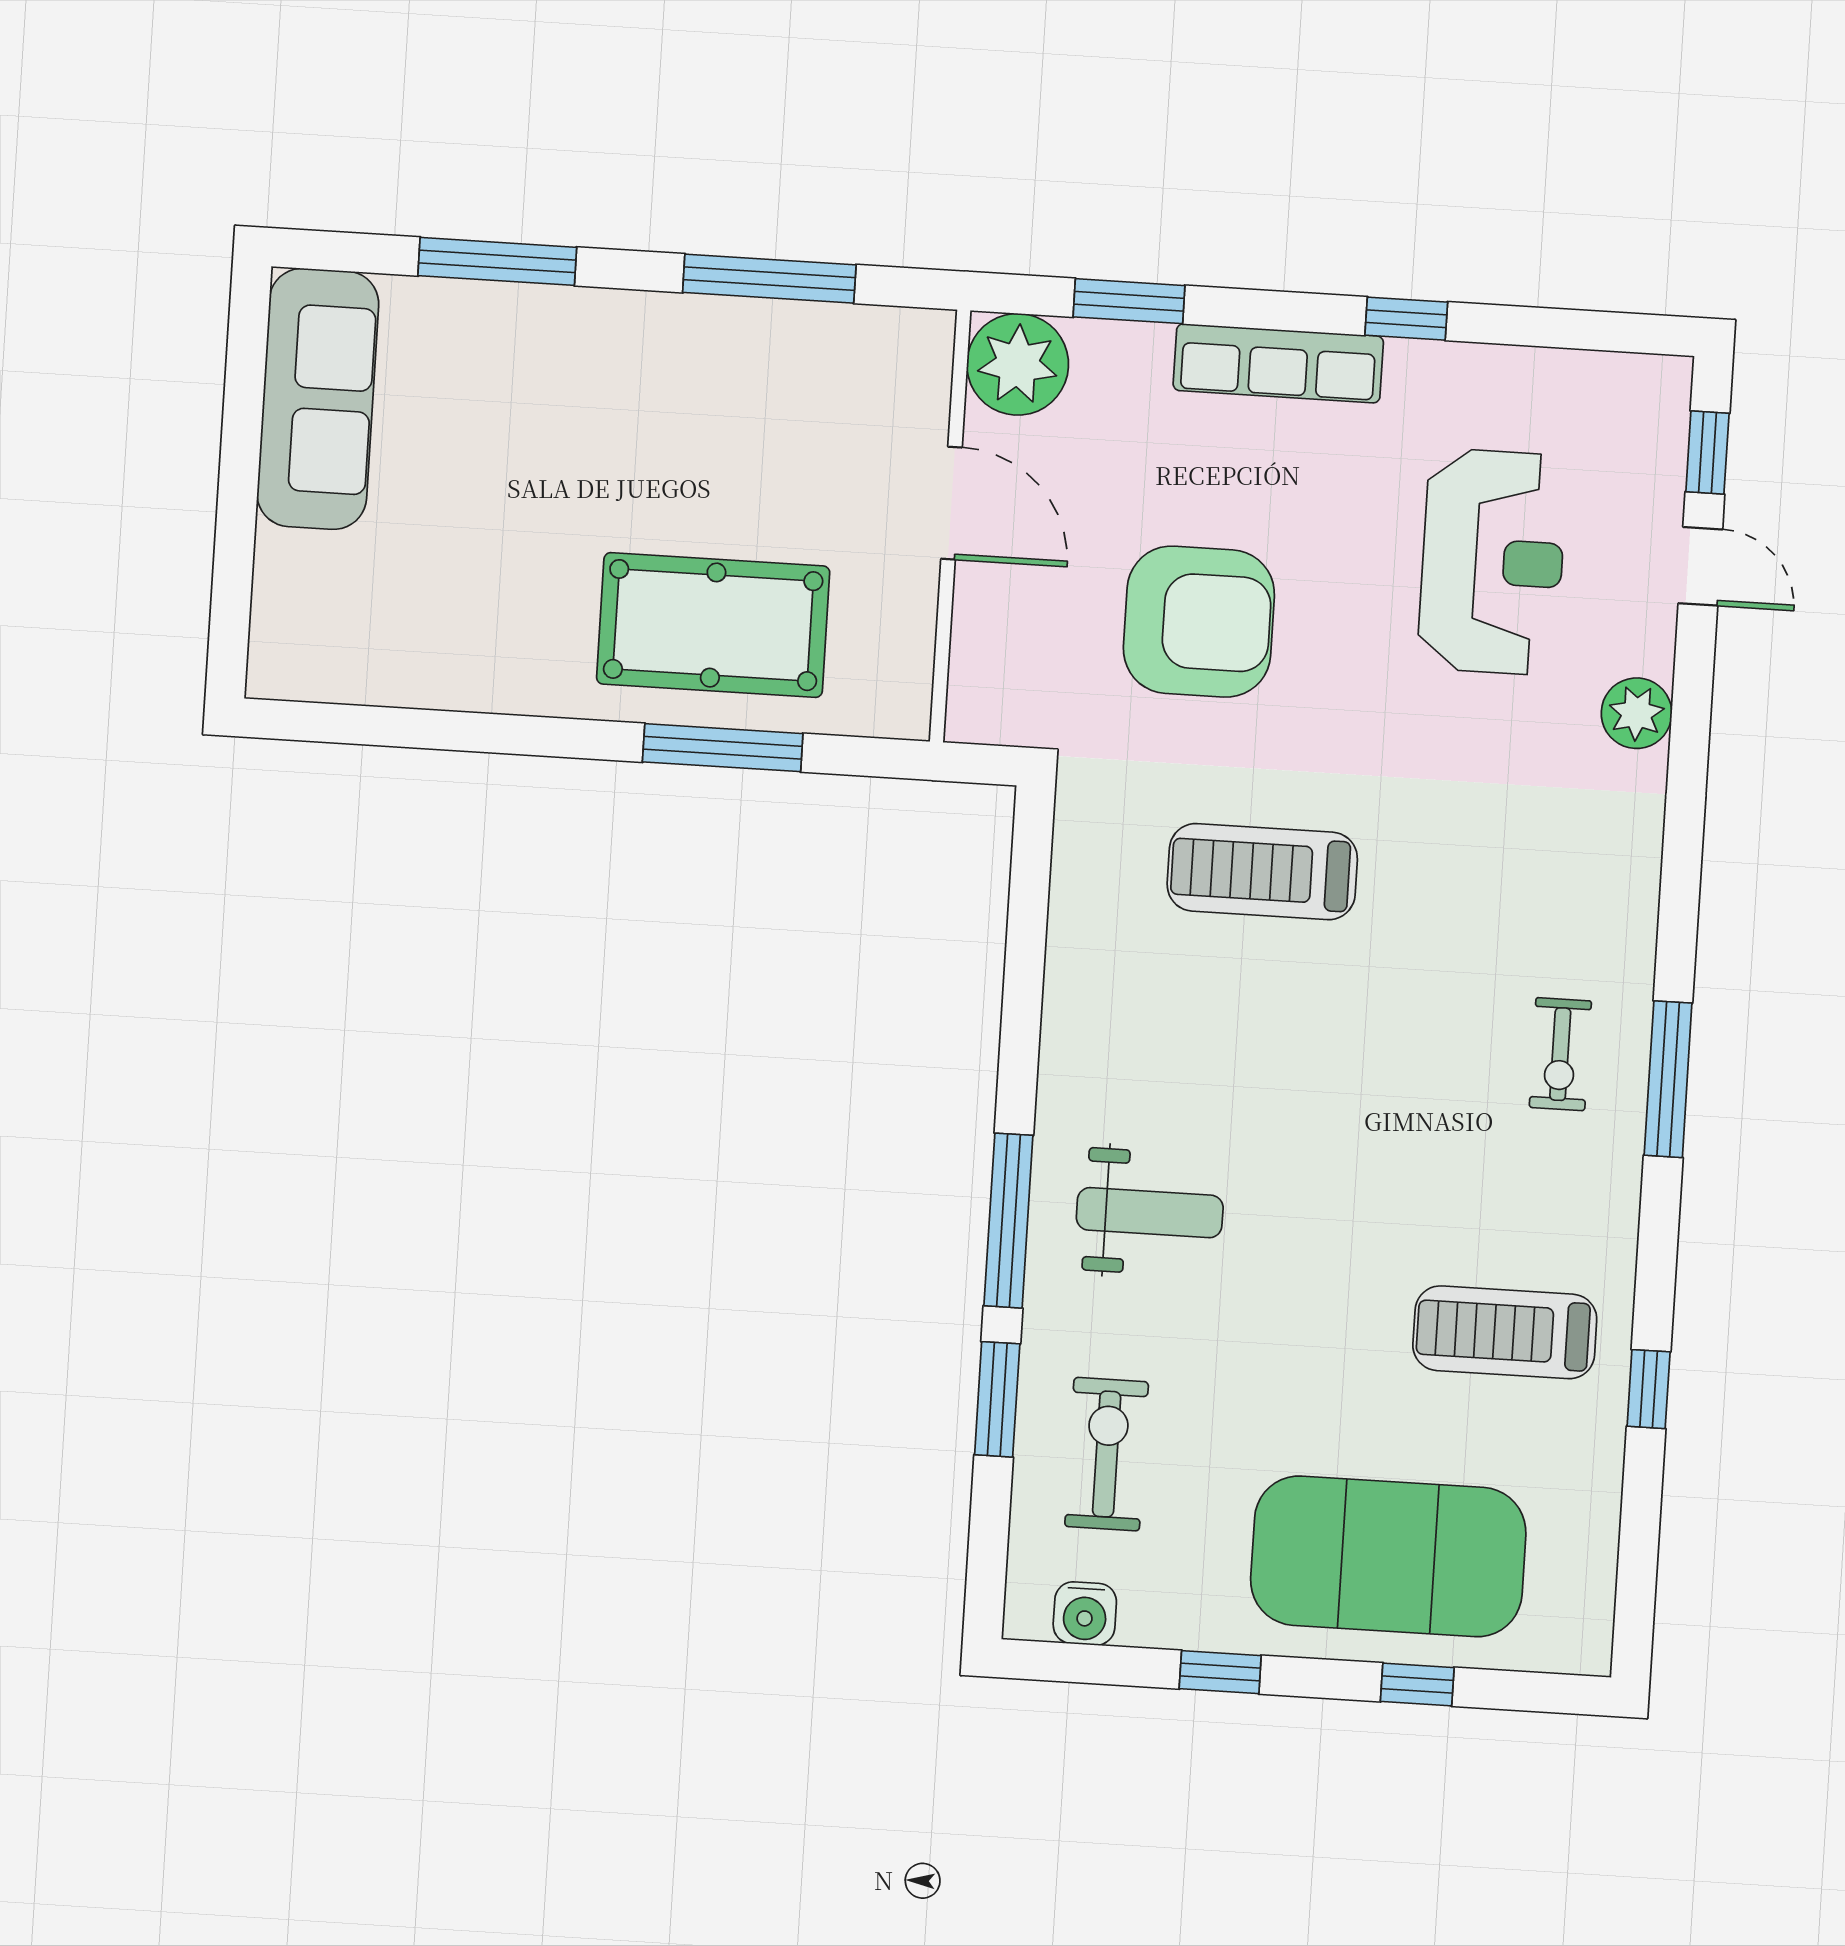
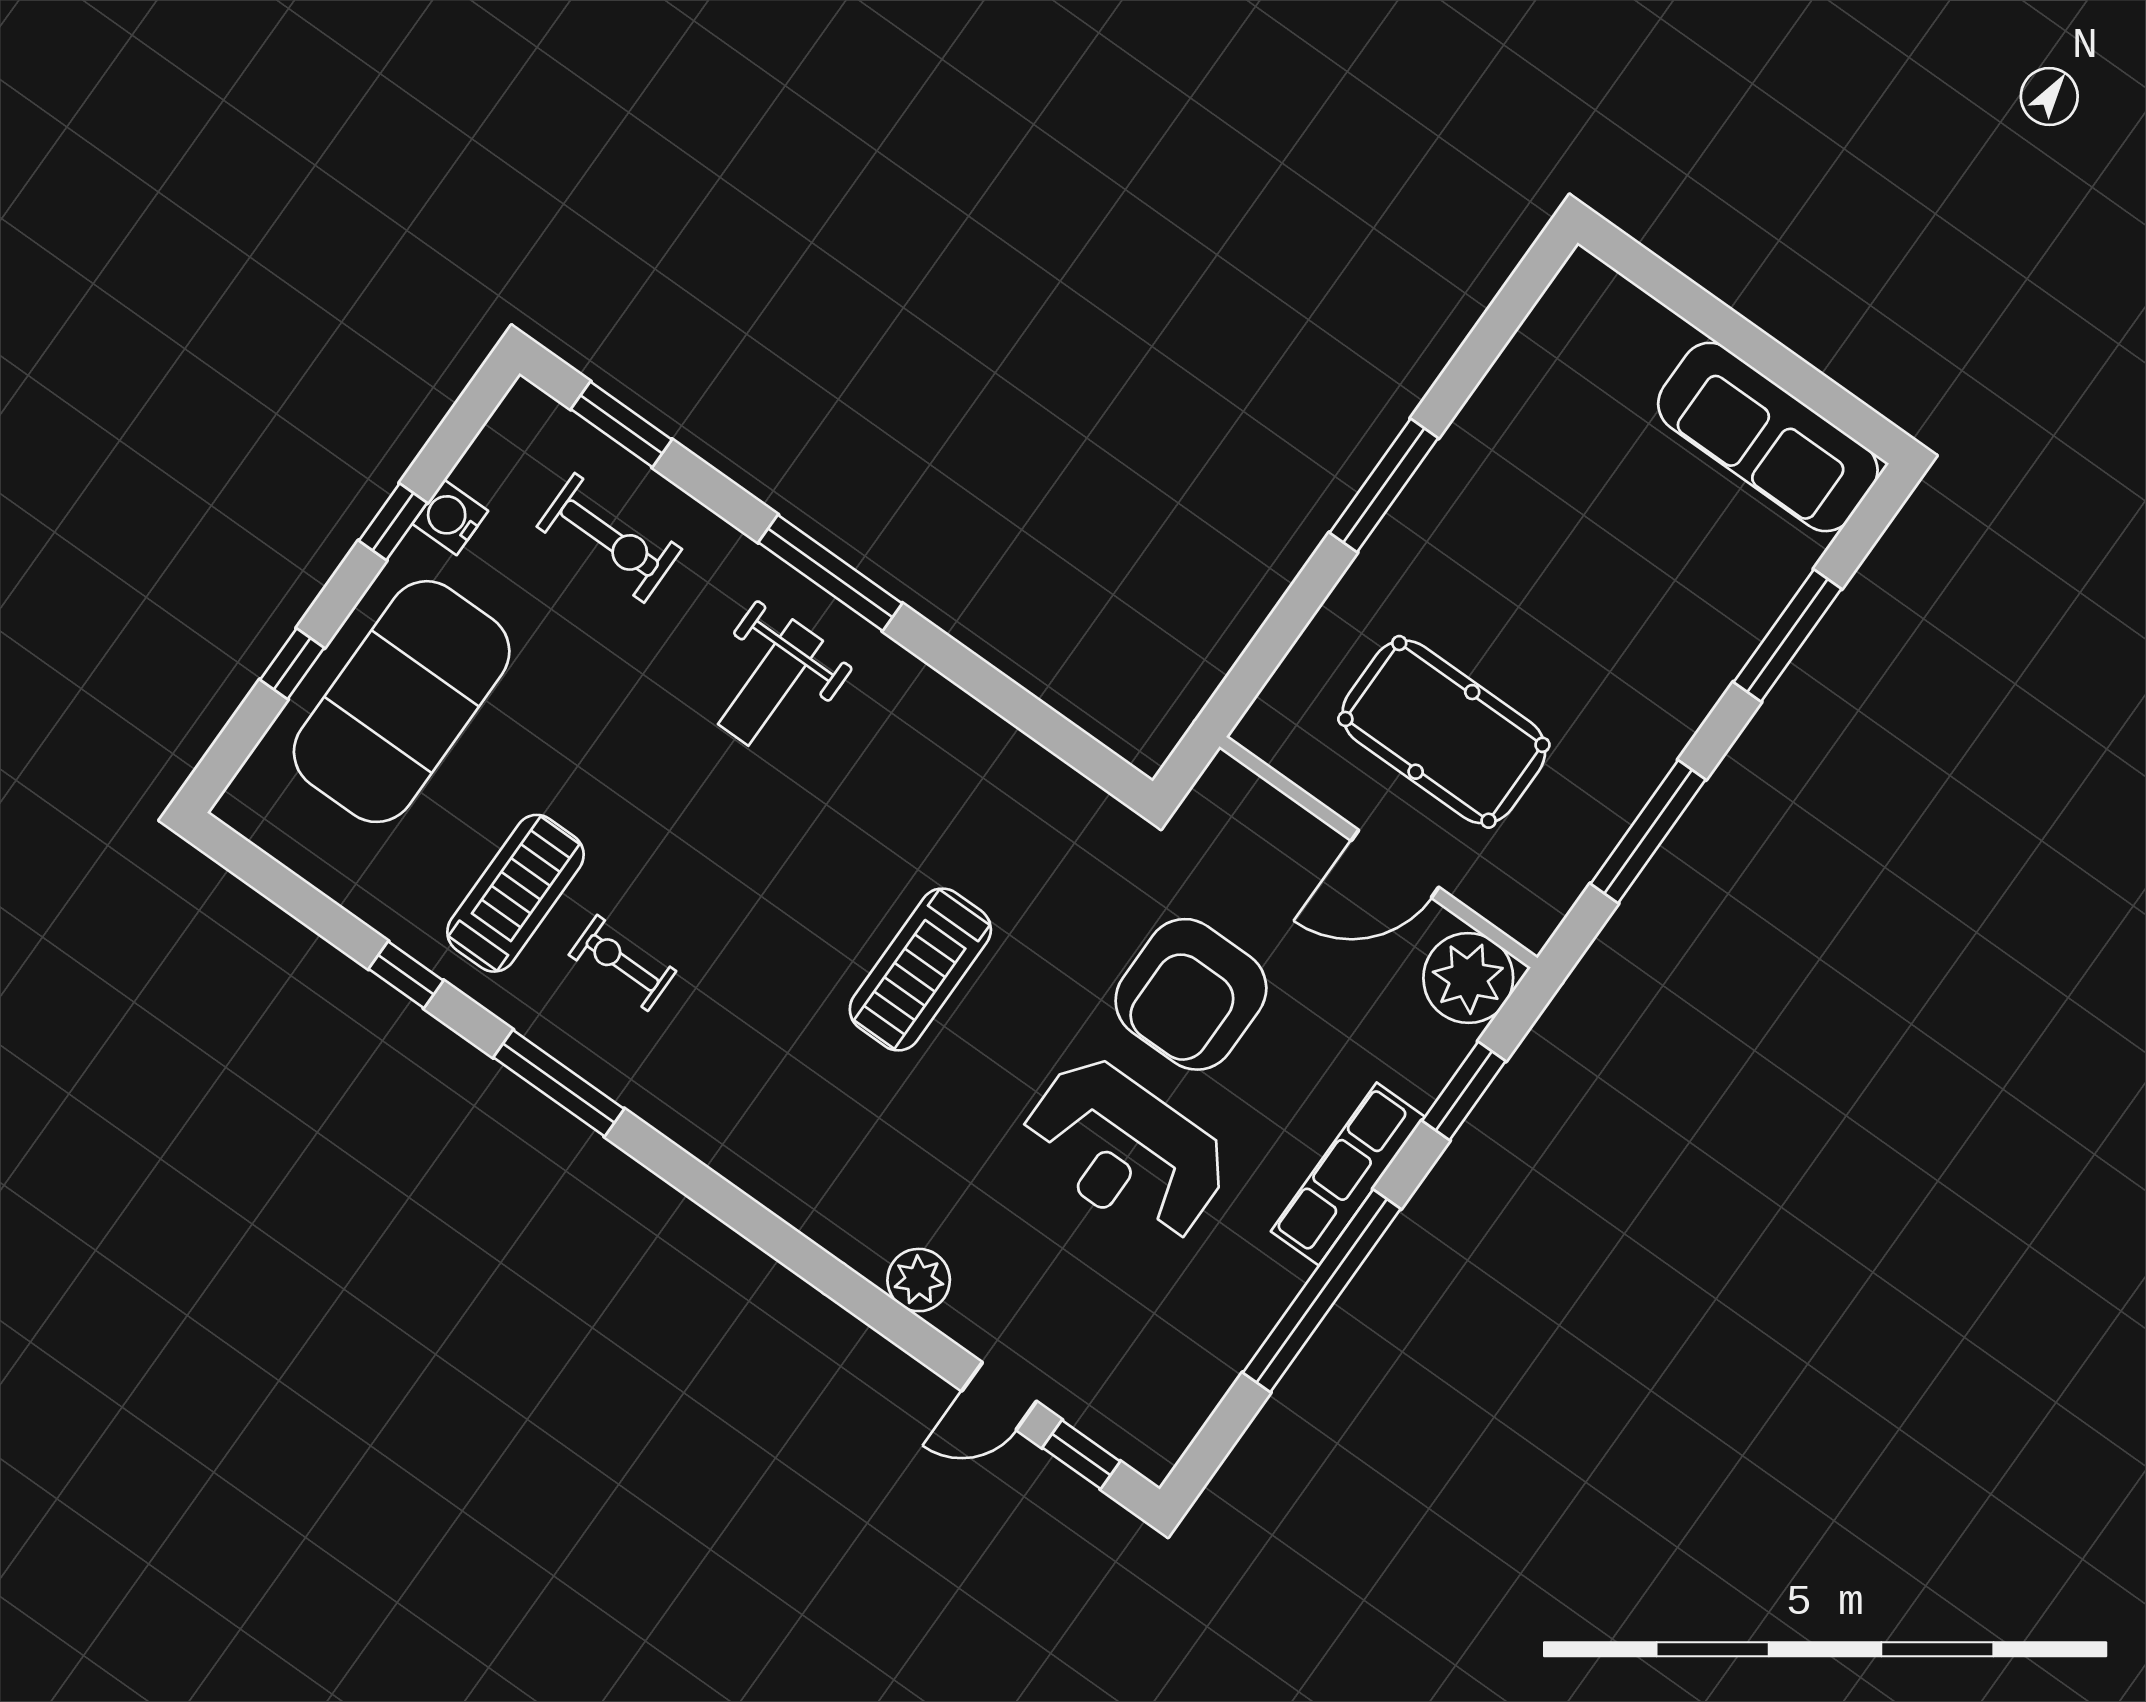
window: (1406, 319) -> (1322, 1291), width x3.17
reception desk: (1492, 562) -> (1125, 1151), moved
pool table: (713, 625) -> (1444, 732), moved, turned 90
window: (723, 748) -> (1384, 485), moved
treadmill: (1262, 872) -> (920, 969), moved, turned 180
exercise bike: (1560, 1054) -> (622, 963), moved
window: (1668, 1079) -> (559, 1083), moved
window: (997, 1399) -> (621, 424), moved
water cooler: (1085, 1613) -> (450, 517), moved

